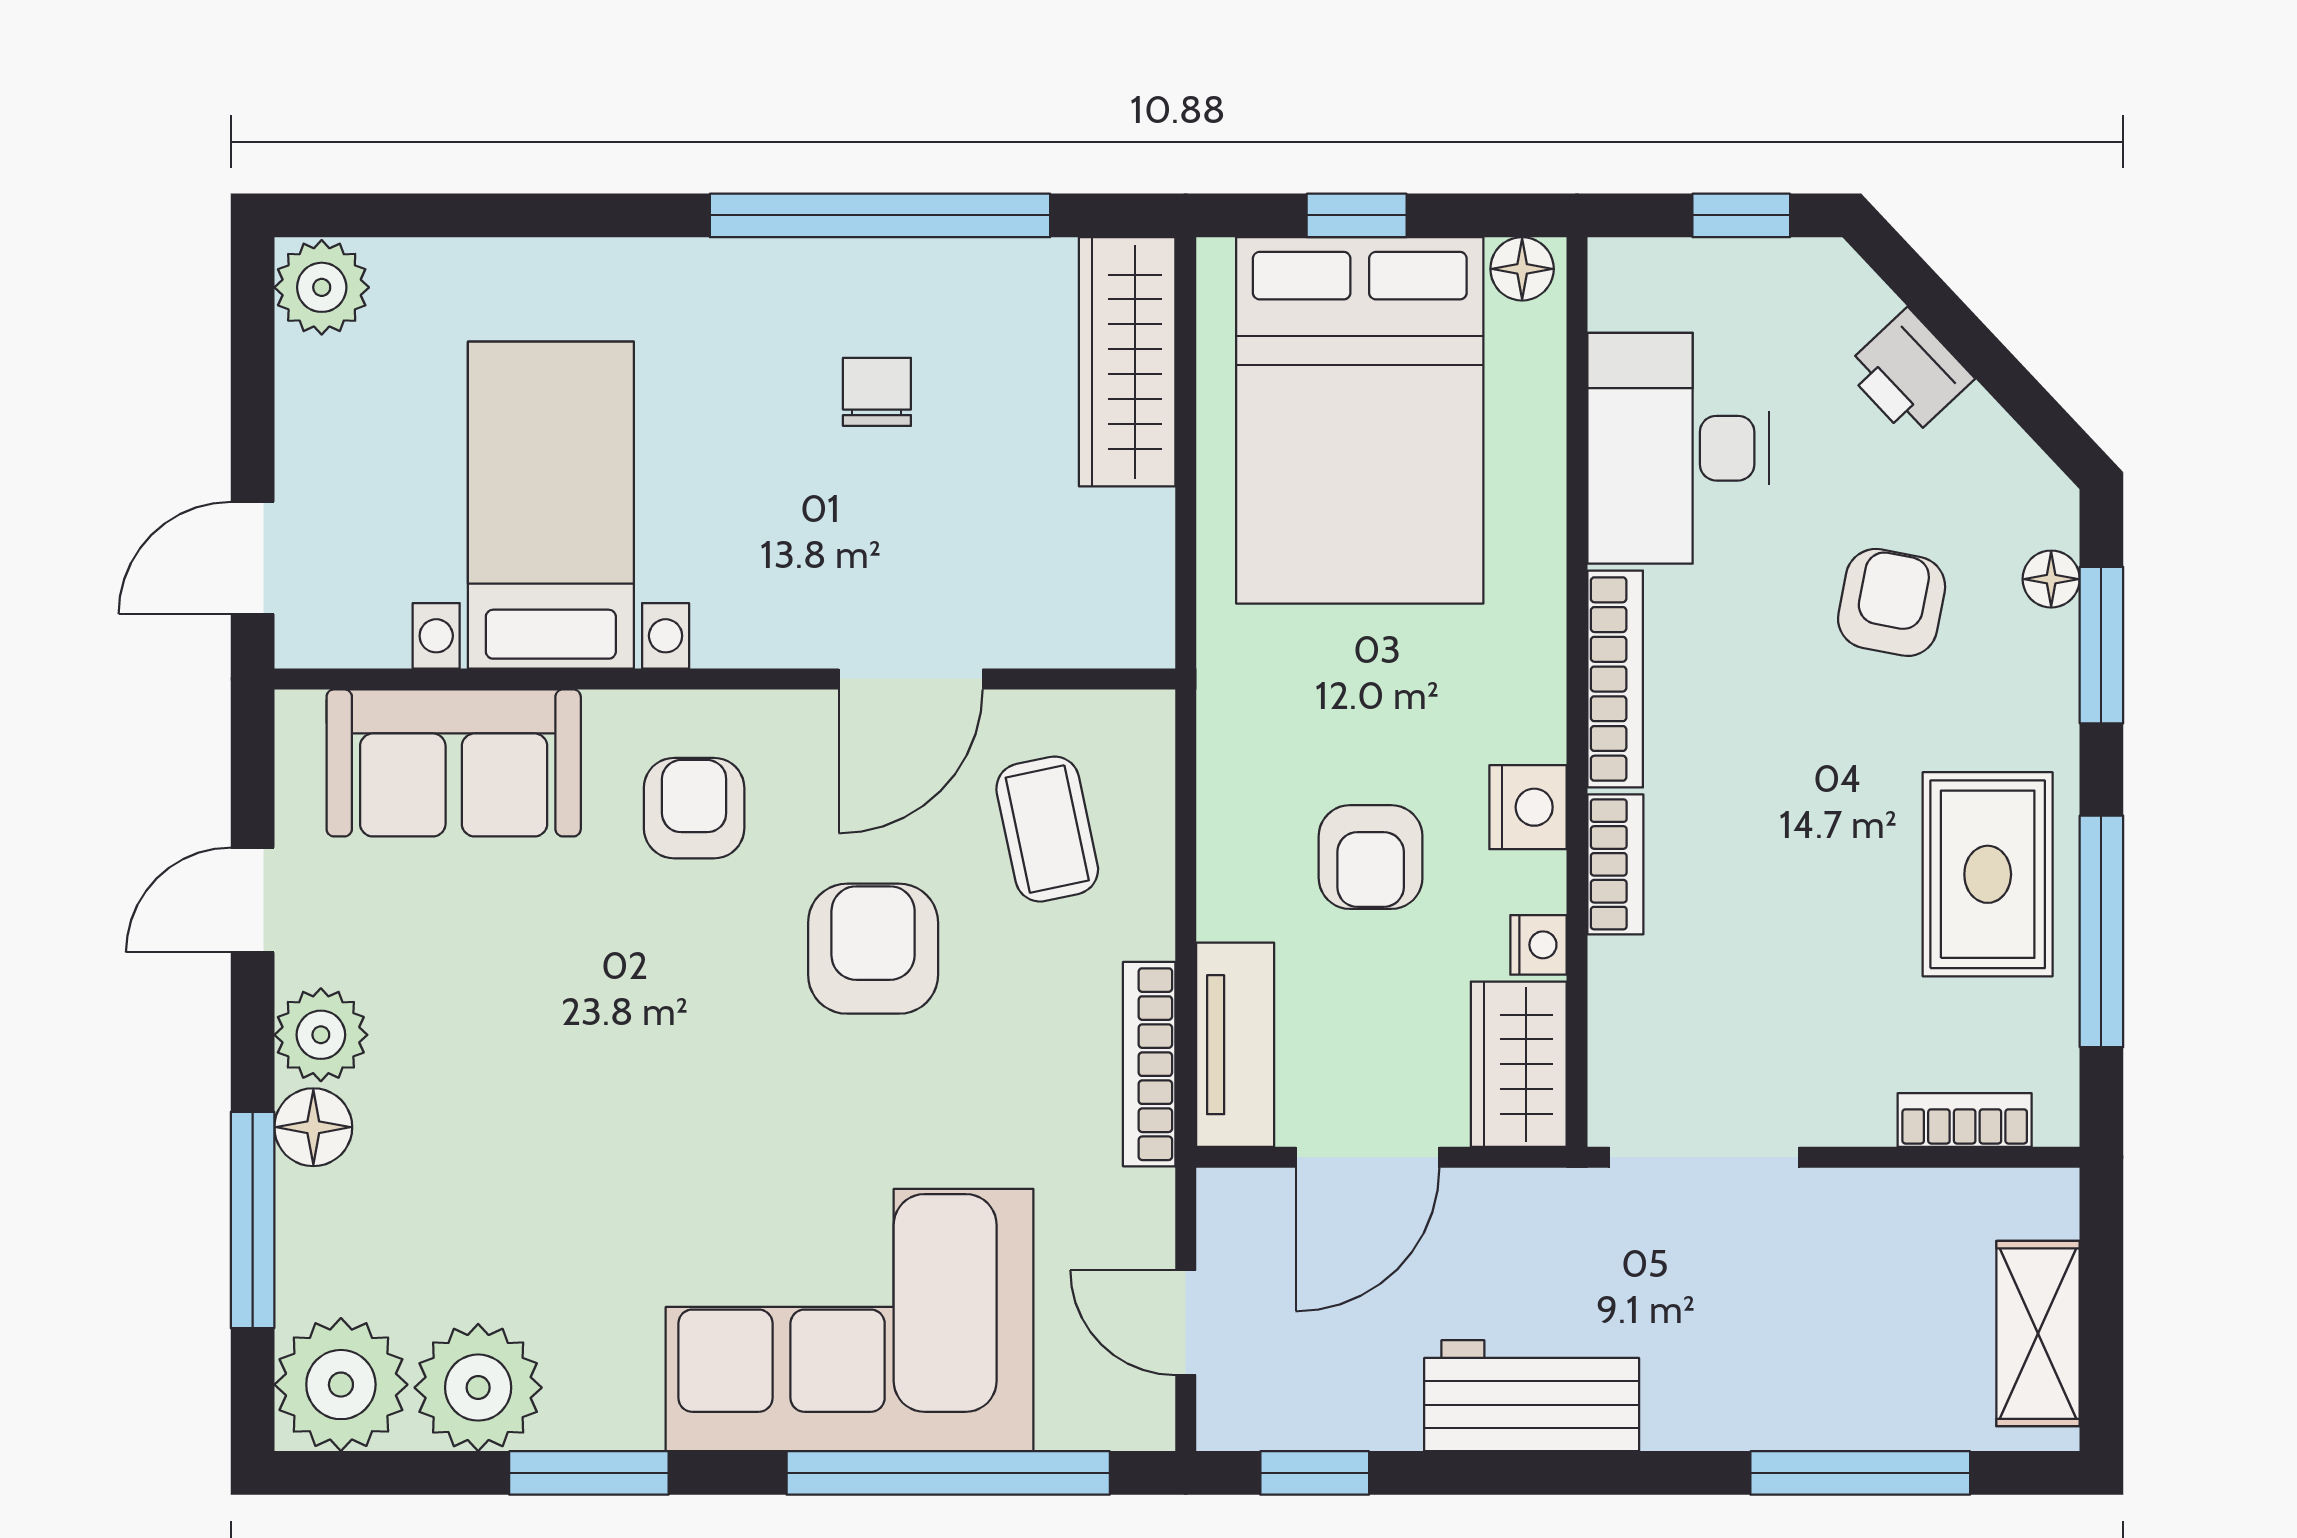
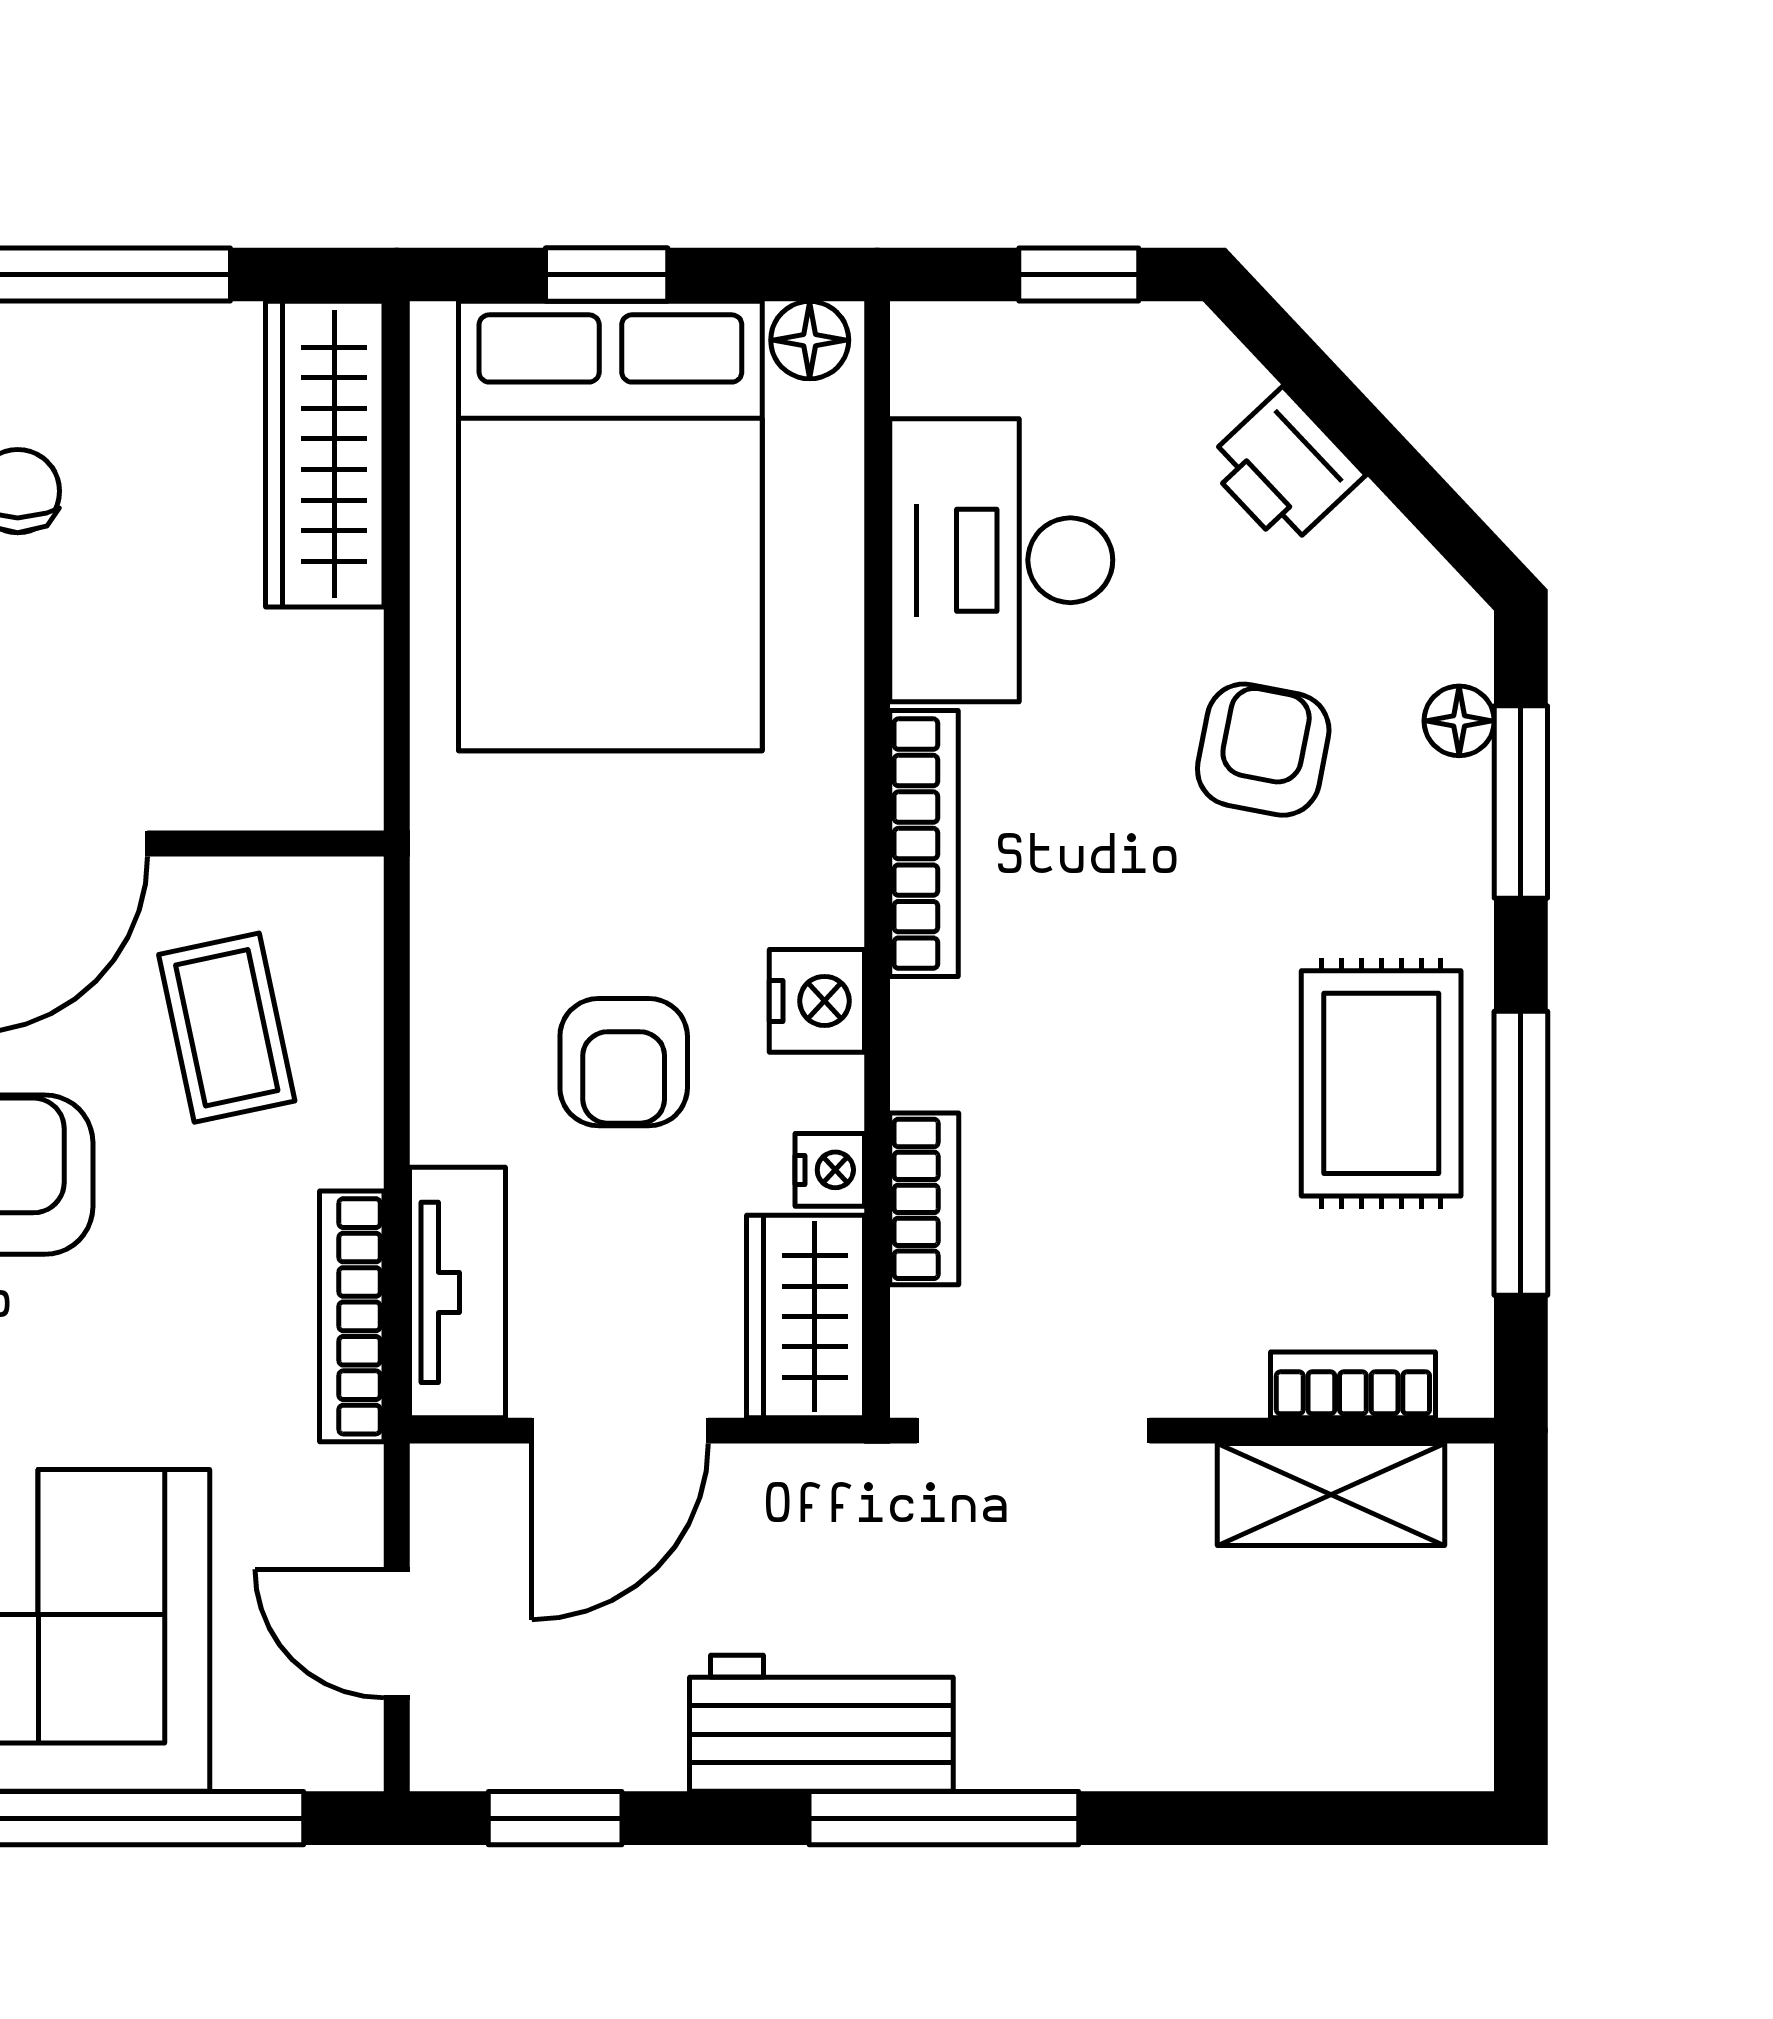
bookcase: (1615, 864) -> (924, 1199), moved
shelving: (2038, 1334) -> (1331, 1495), moved, turned 90
window: (1860, 1473) -> (944, 1818), moved

